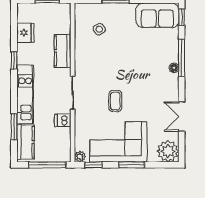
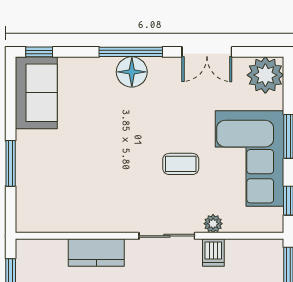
side table: (99, 29) -> (60, 191), removed
window: (182, 58) -> (131, 52), moved
floor lamp: (174, 68) -> (132, 72), width x1.89, depth x1.89
plant: (80, 157) -> (213, 224), moved

